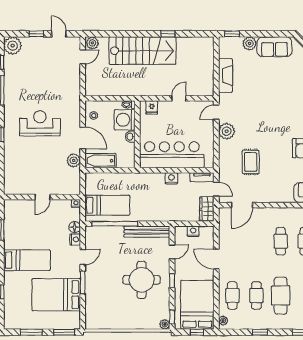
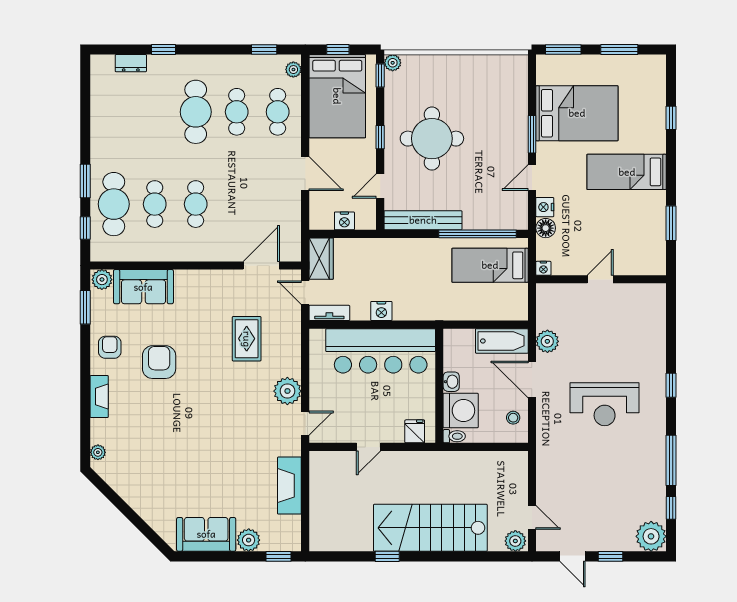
door: (83, 57) -> (532, 517), swing flipped
window: (260, 332) -> (264, 49), moved

